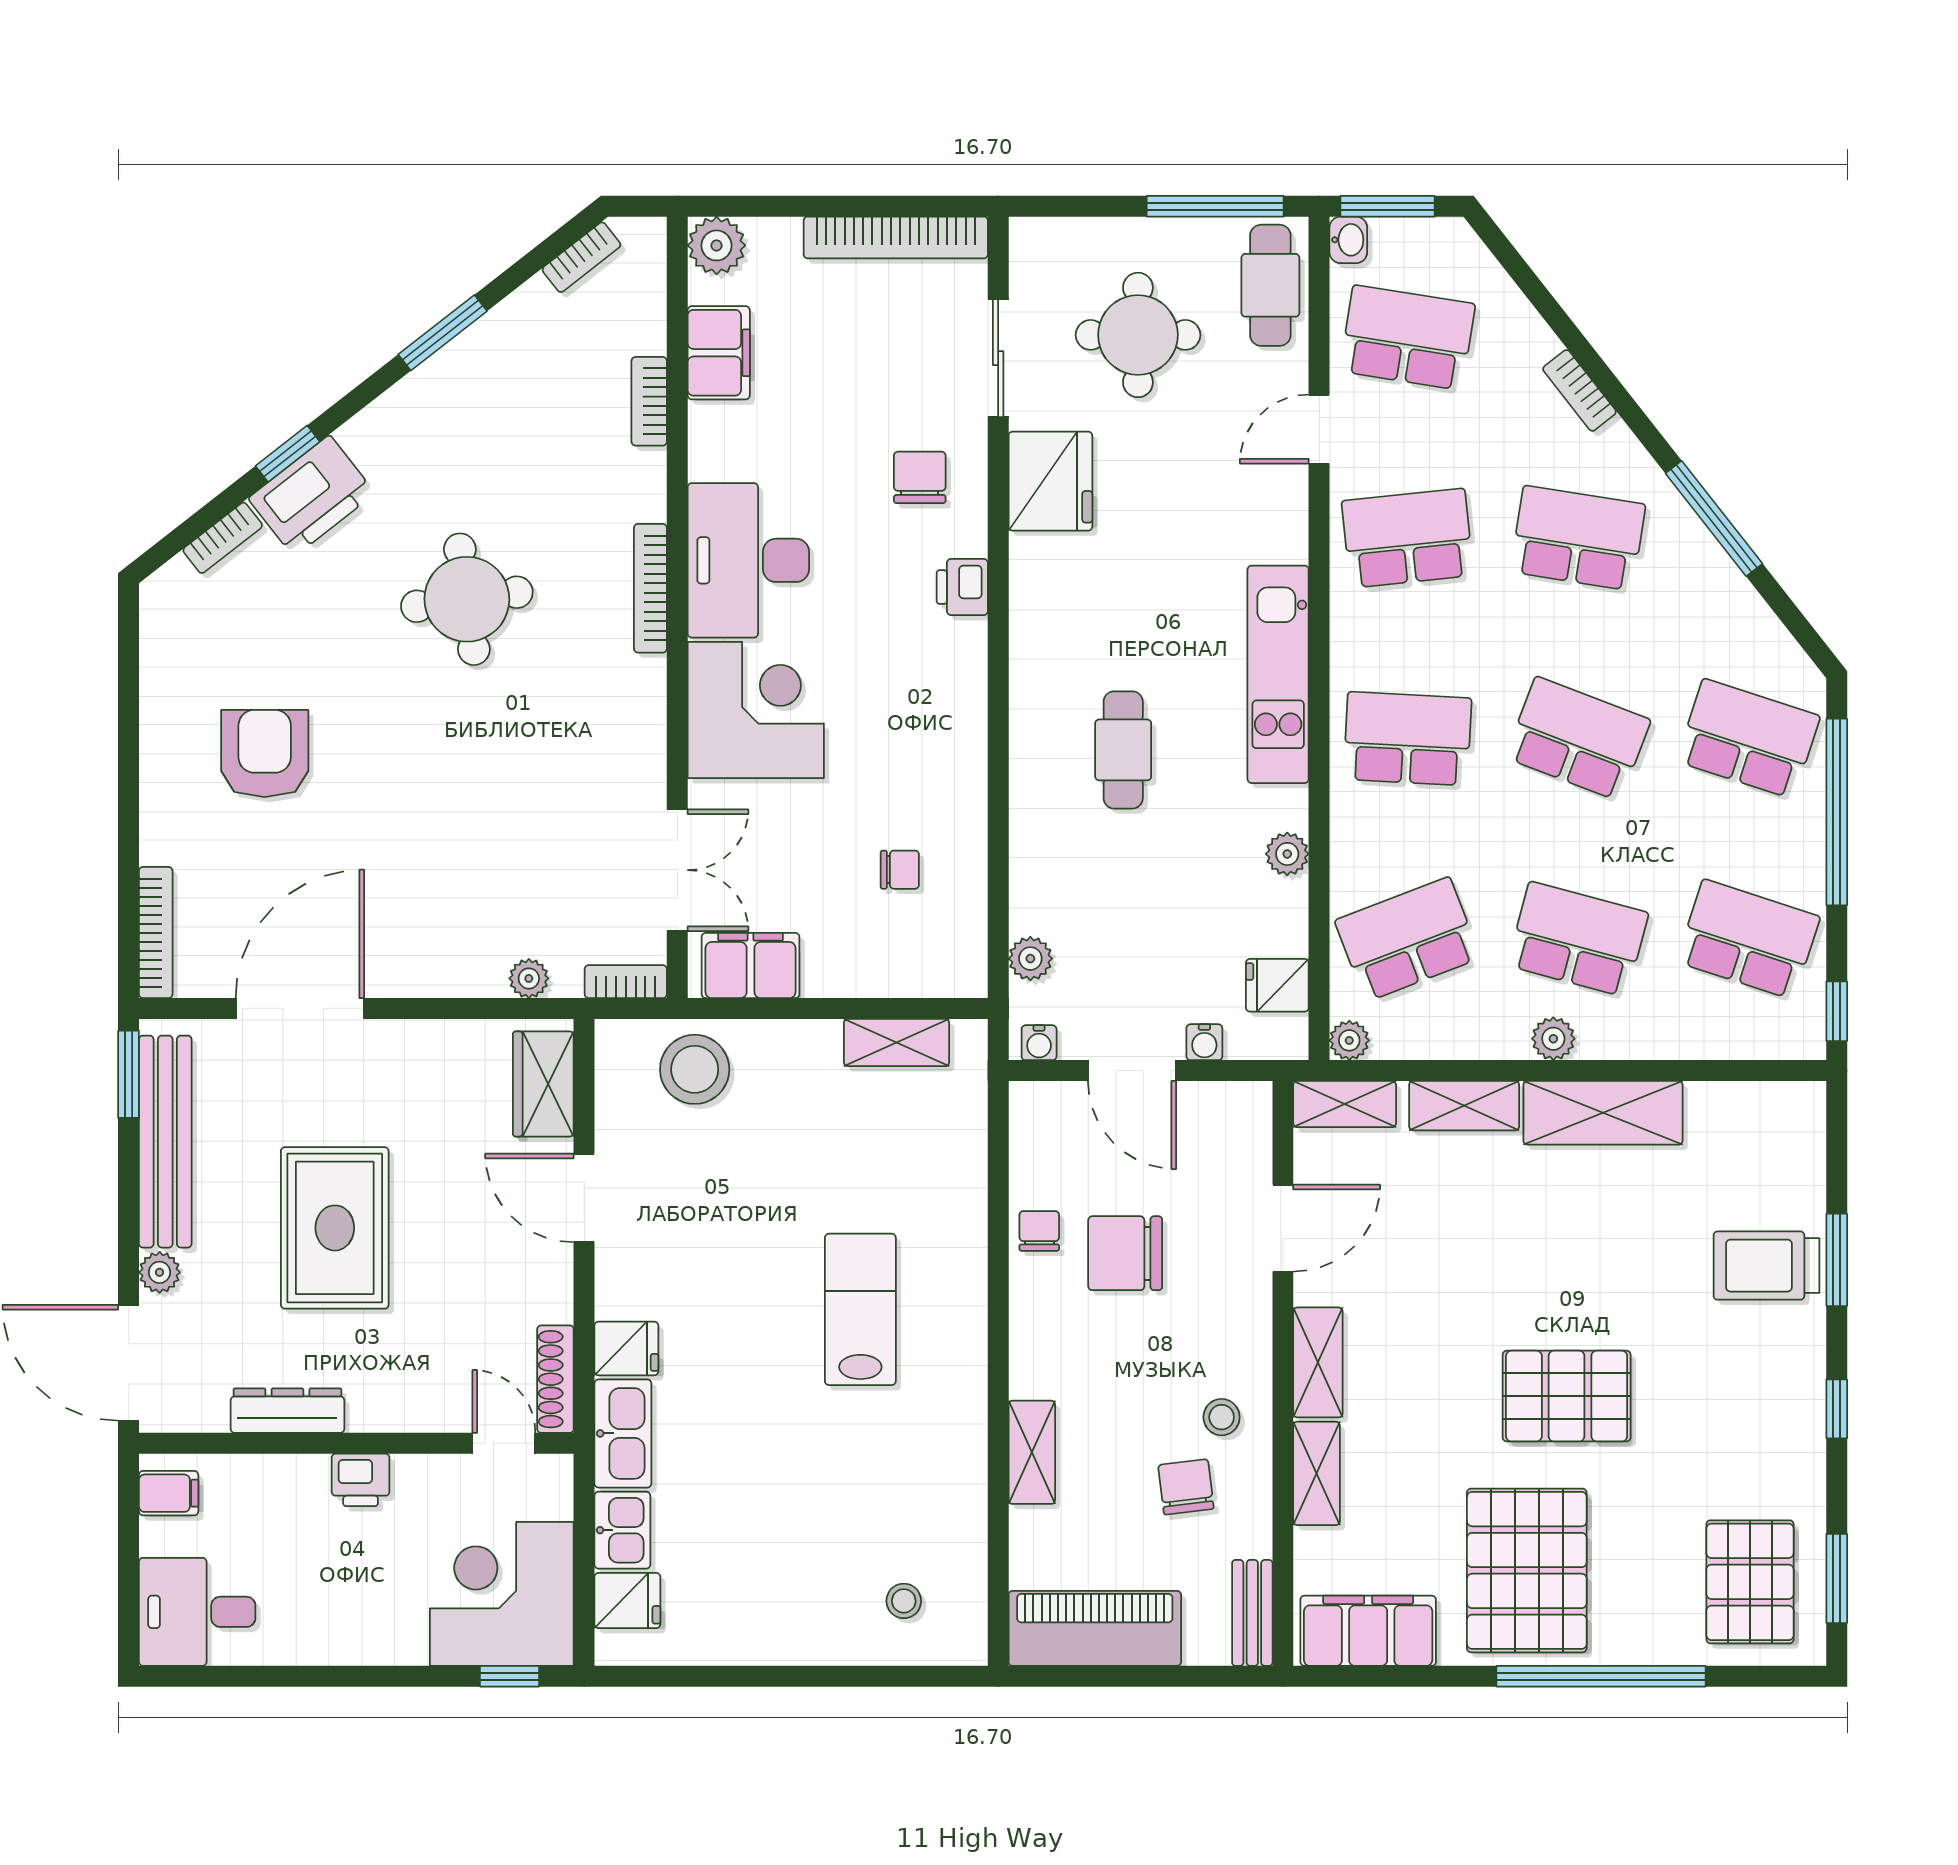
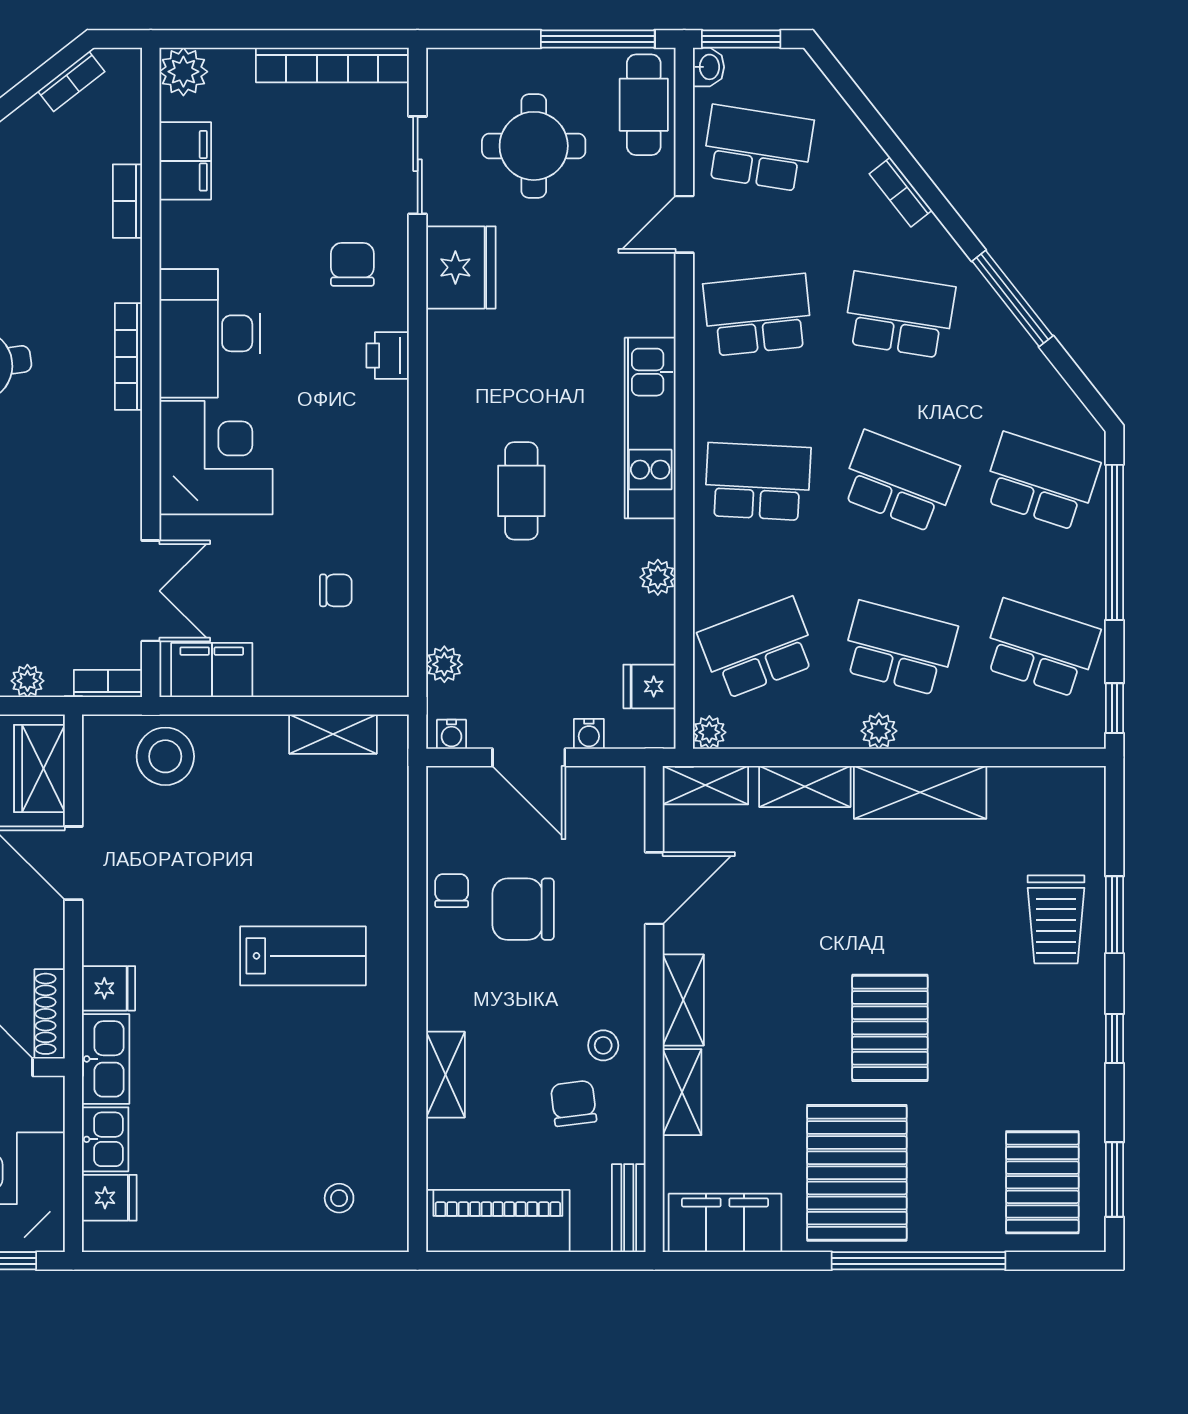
trolley: (1766, 1266) -> (1056, 919), turned -90
lab bench: (860, 1309) -> (303, 956), turned 90
pallet: (1567, 1396) -> (890, 1028), turned 90

